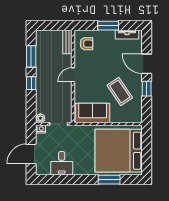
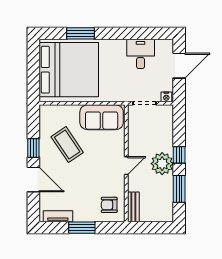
plant: (40, 118) -> (162, 164), moved, width x1.88, depth x1.88

